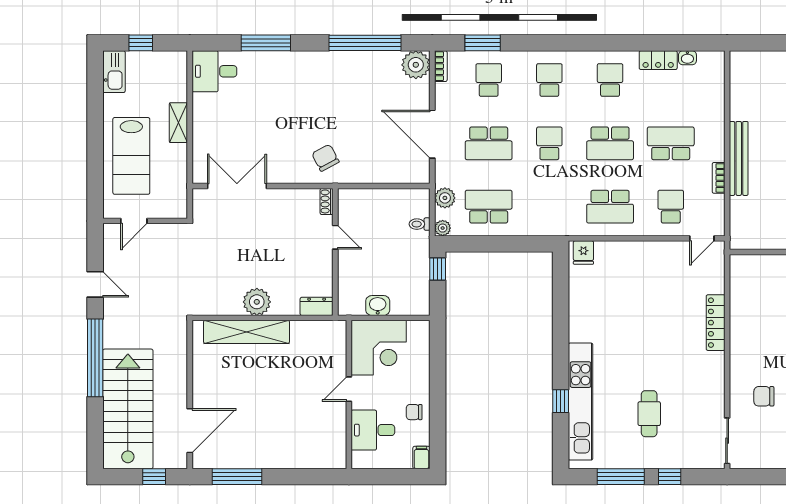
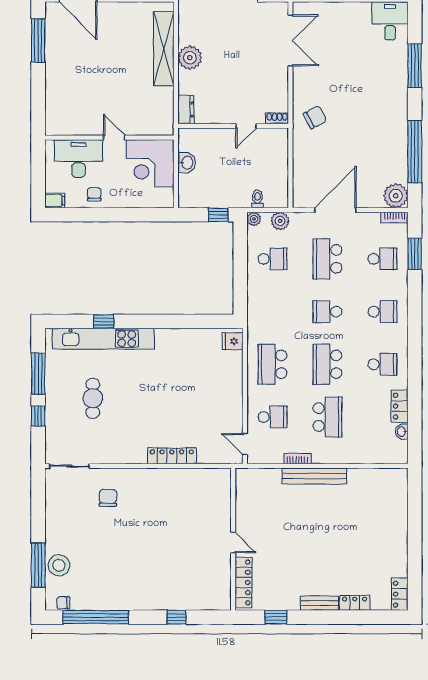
school desk: (549, 143) -> (327, 312), turned 180
school desk: (489, 207) -> (273, 259), width x0.54
cafe table: (649, 414) -> (93, 398), turned 90
desk: (373, 430) -> (79, 158), width x1.37

